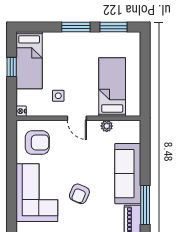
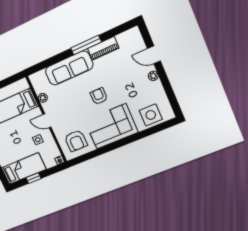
door: (77, 118) -> (47, 121), swing flipped
armchair: (37, 142) -> (76, 141), turned 180
armchair: (79, 194) -> (99, 96), turned -113

